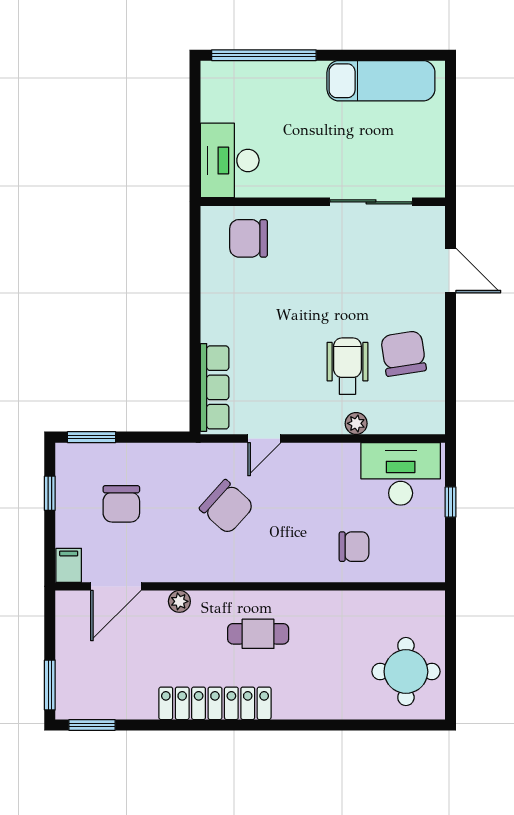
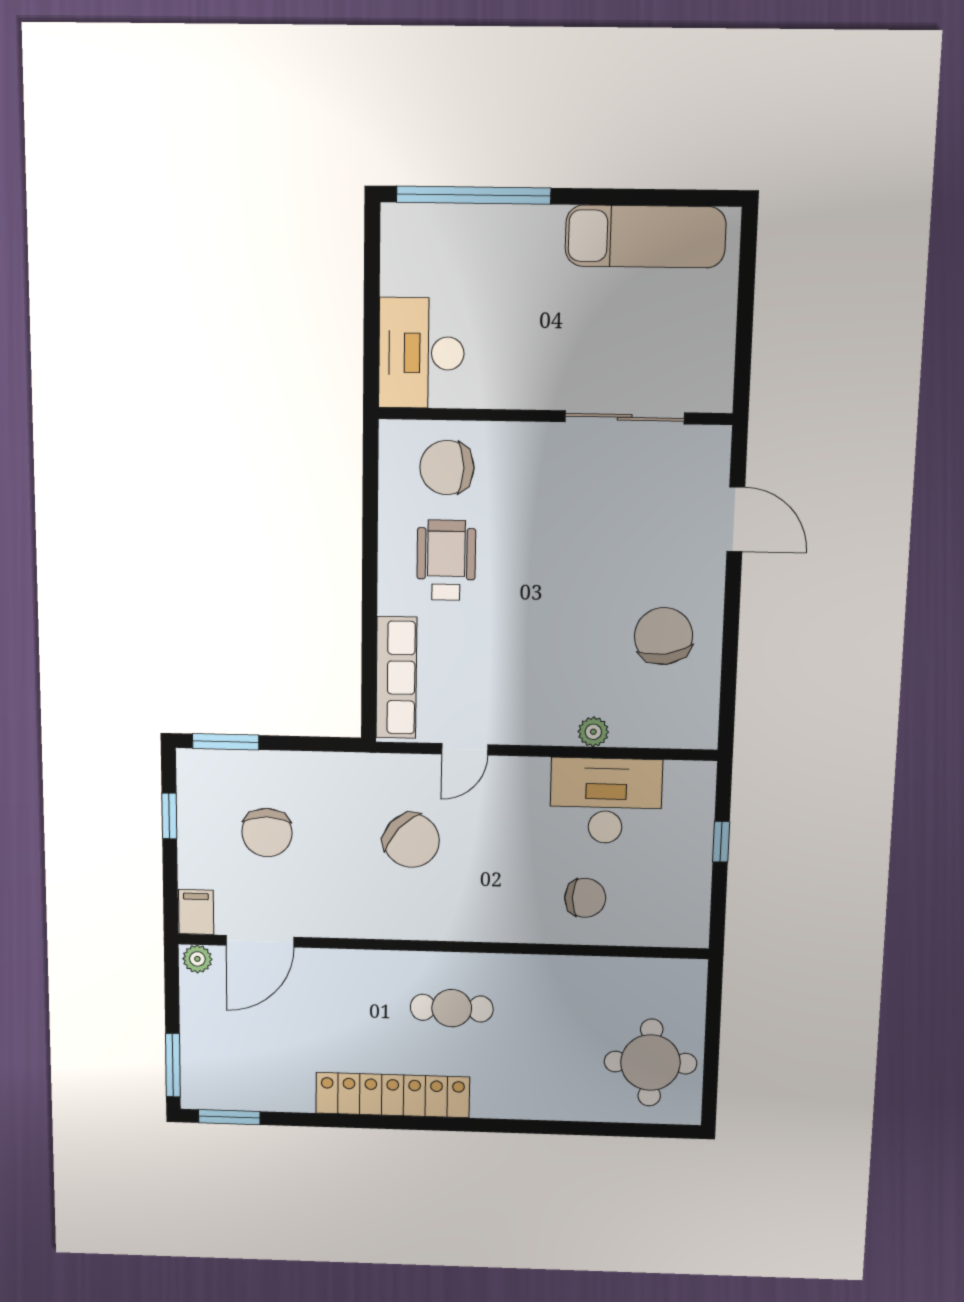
wheelchair: (347, 366) -> (446, 560), moved
desk: (401, 474) -> (606, 801), moved
plant: (179, 601) -> (197, 959), moved

